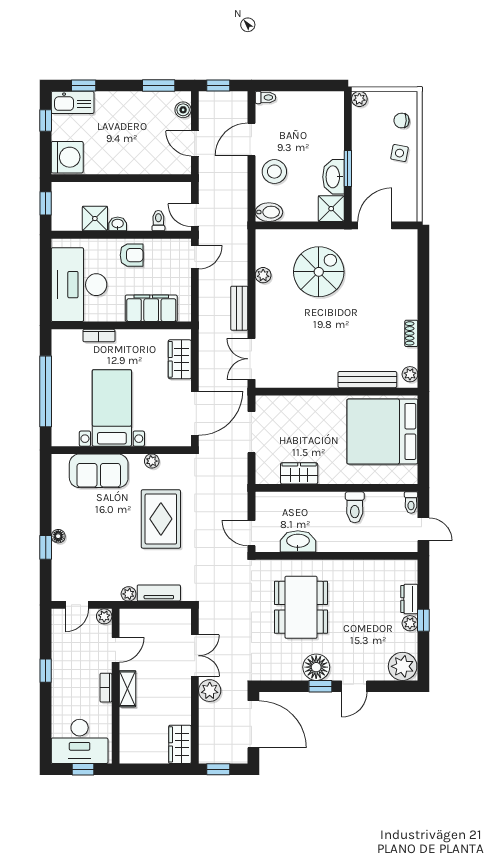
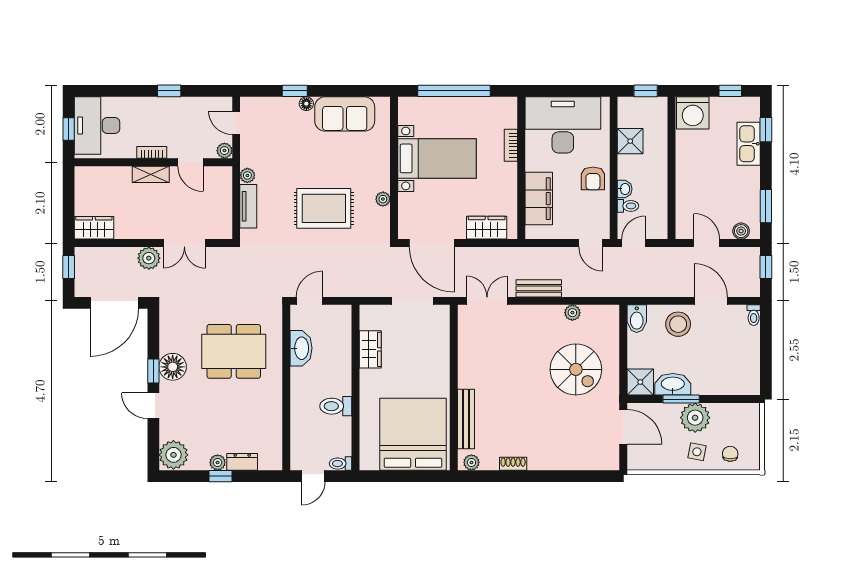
plant: (359, 99) -> (695, 418), moved, width x1.88, depth x1.88
kitchen sink: (73, 102) -> (749, 144), moved
door: (195, 143) -> (707, 243), hinge flipped
washbasin: (118, 224) -> (625, 189), moved
sofa: (99, 471) -> (345, 114), moved, turned -90

